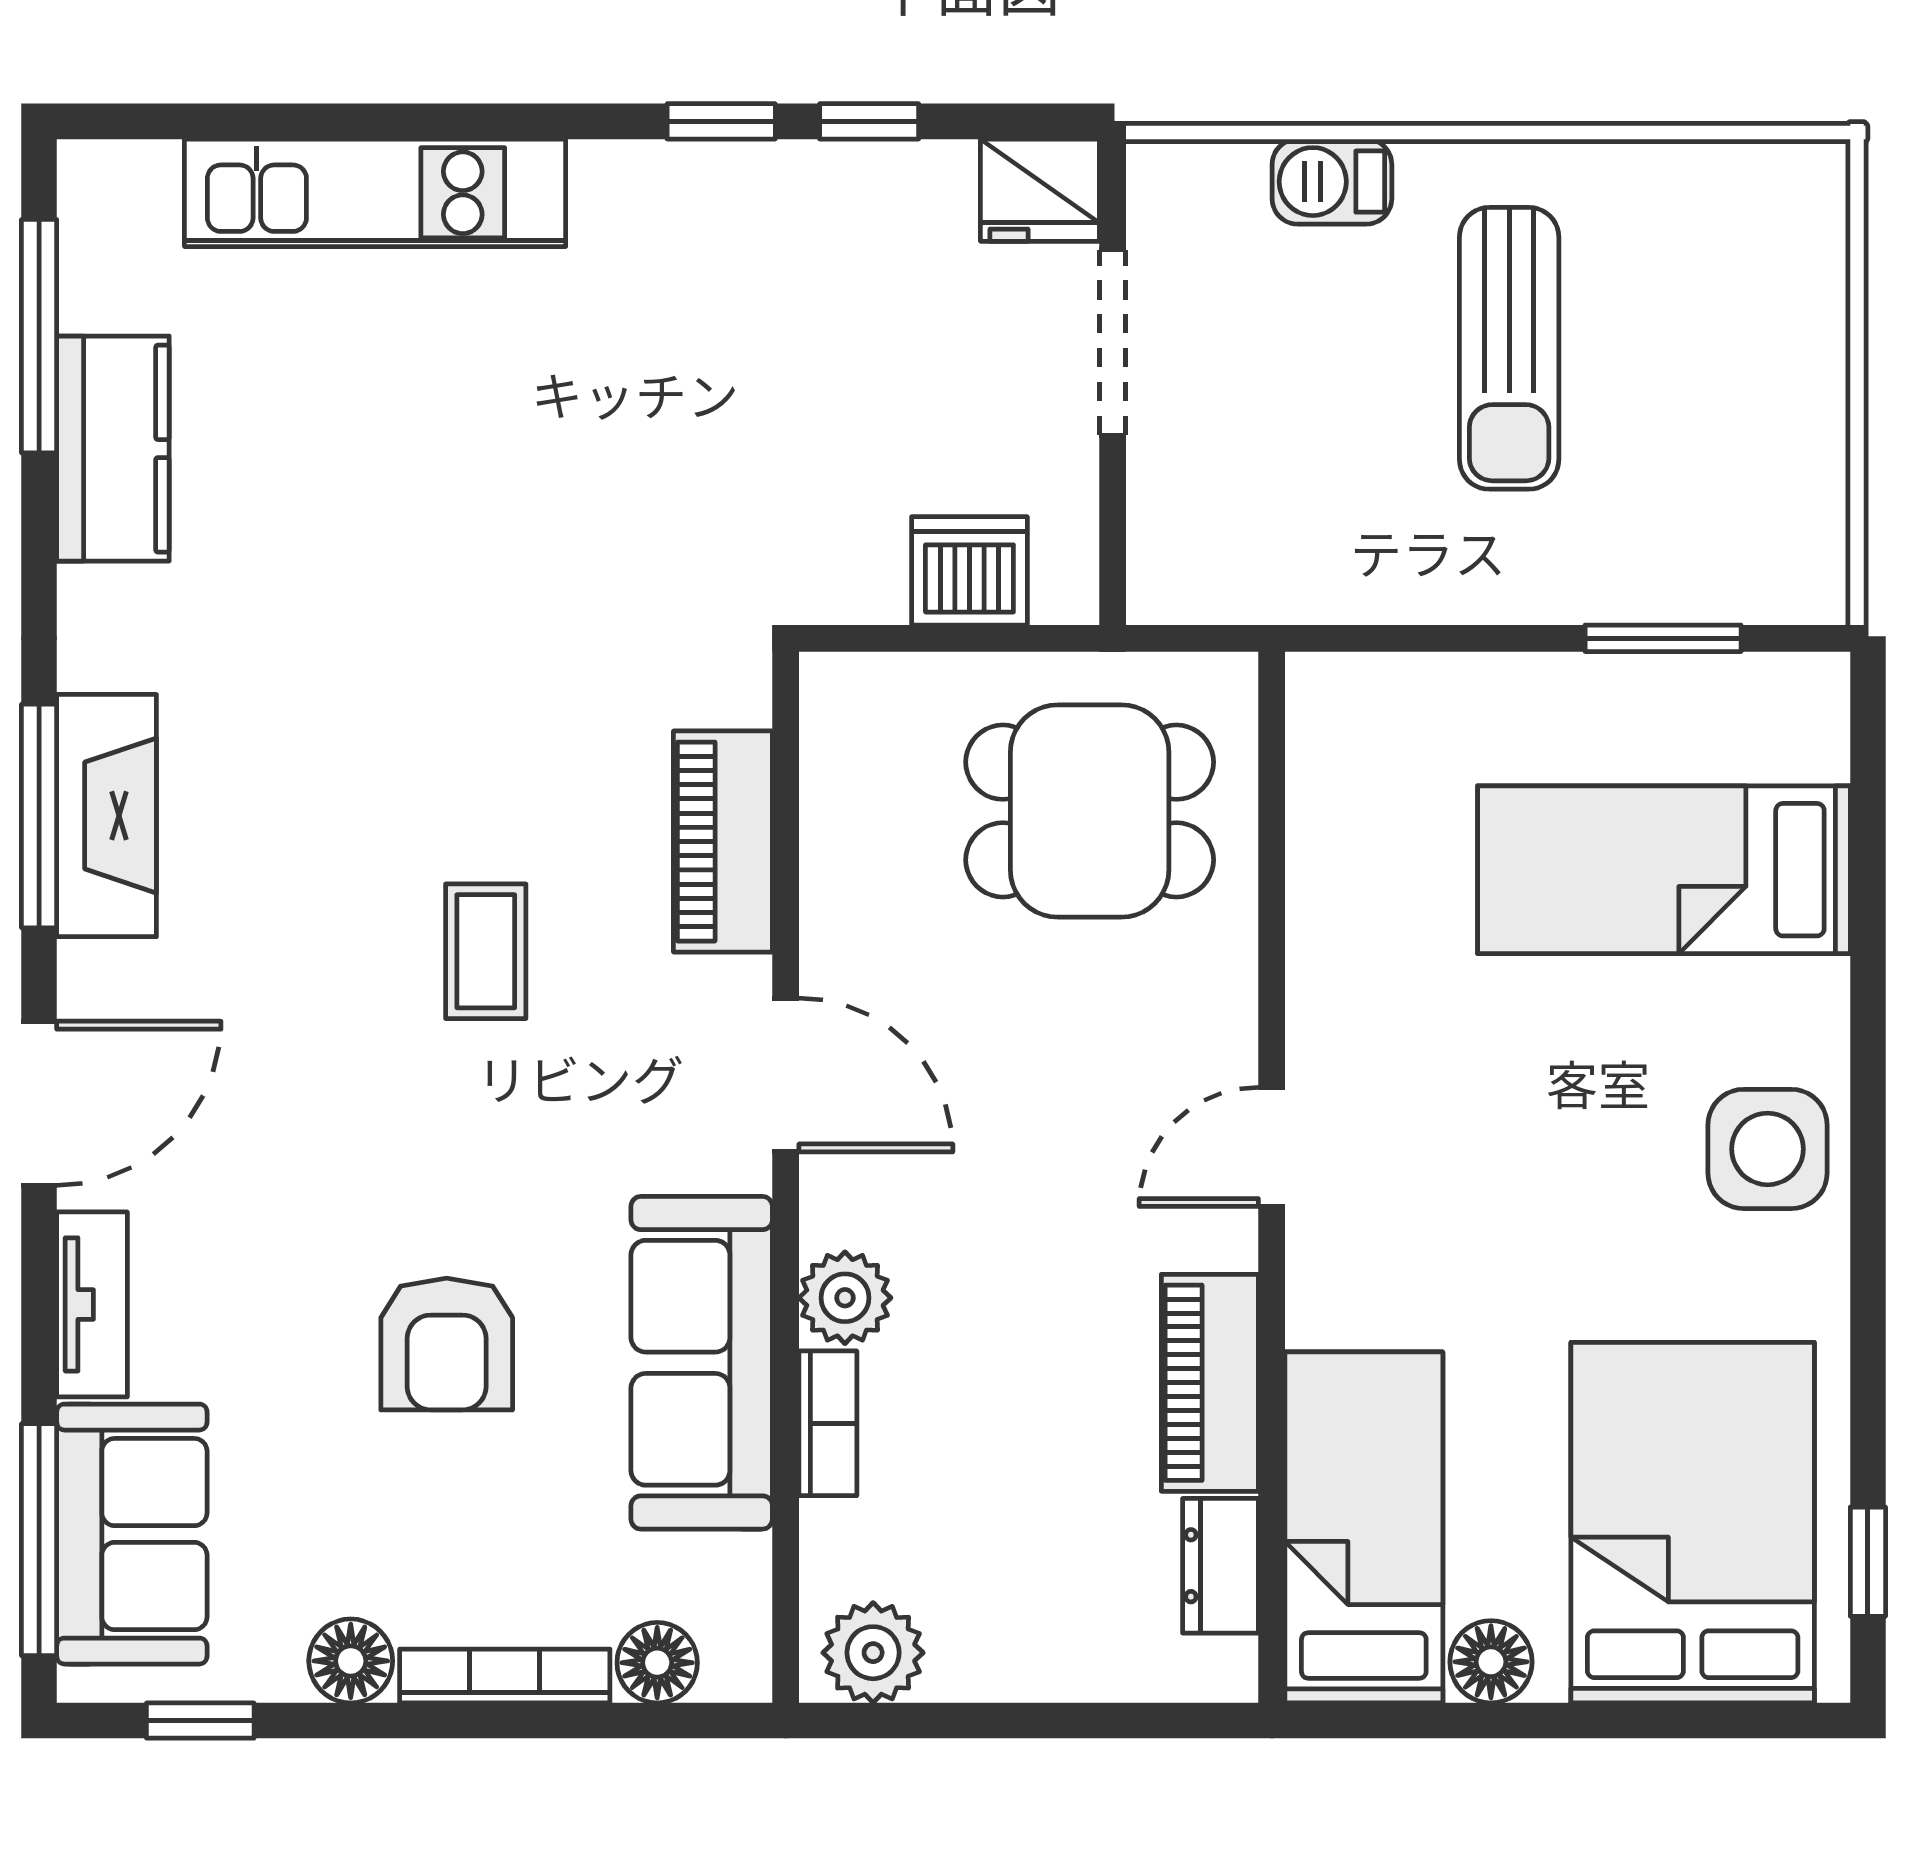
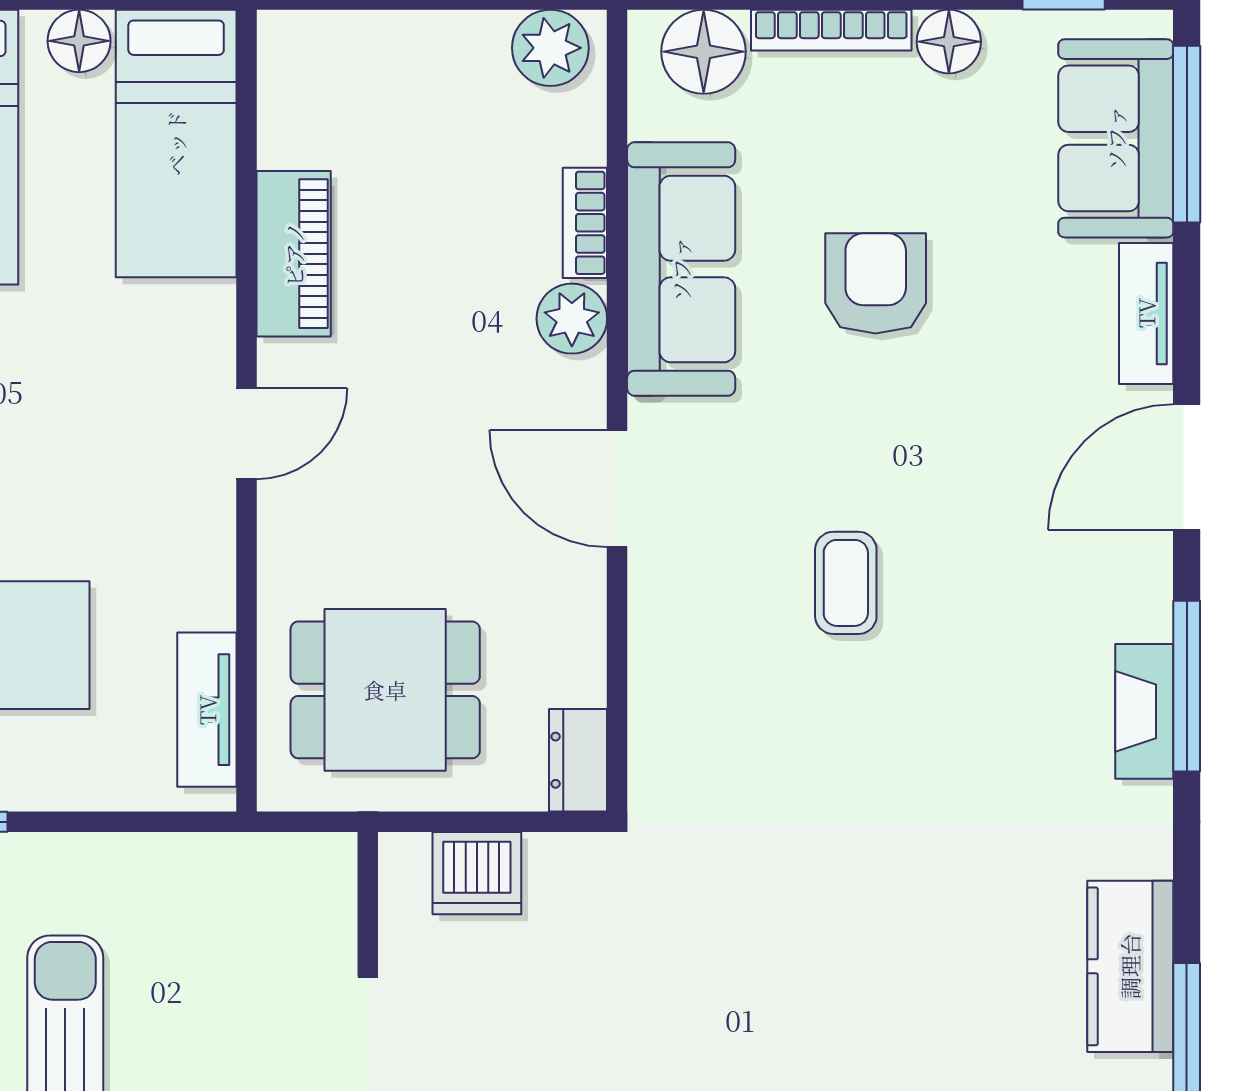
tv unit: (1323, 785) -> (207, 710), added
fireplace: (107, 816) -> (1144, 711), width x0.73, depth x0.76
piano: (723, 842) -> (665, 667), removed
dresser: (1220, 1566) -> (578, 760), moved, turned 180
floor lamp: (657, 1663) -> (704, 52), width x1.38, depth x1.38

